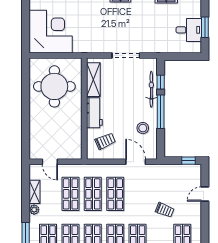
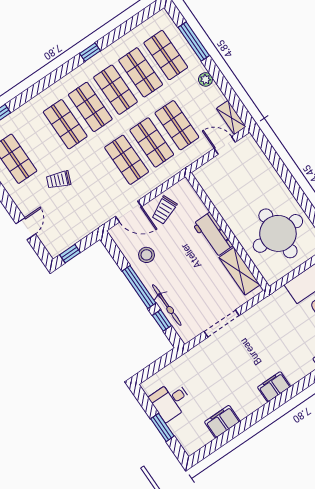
window: (205, 27) -> (162, 427), moved
trolley: (105, 141) -> (164, 210), moved
shelving: (34, 192) -> (231, 117), moved

